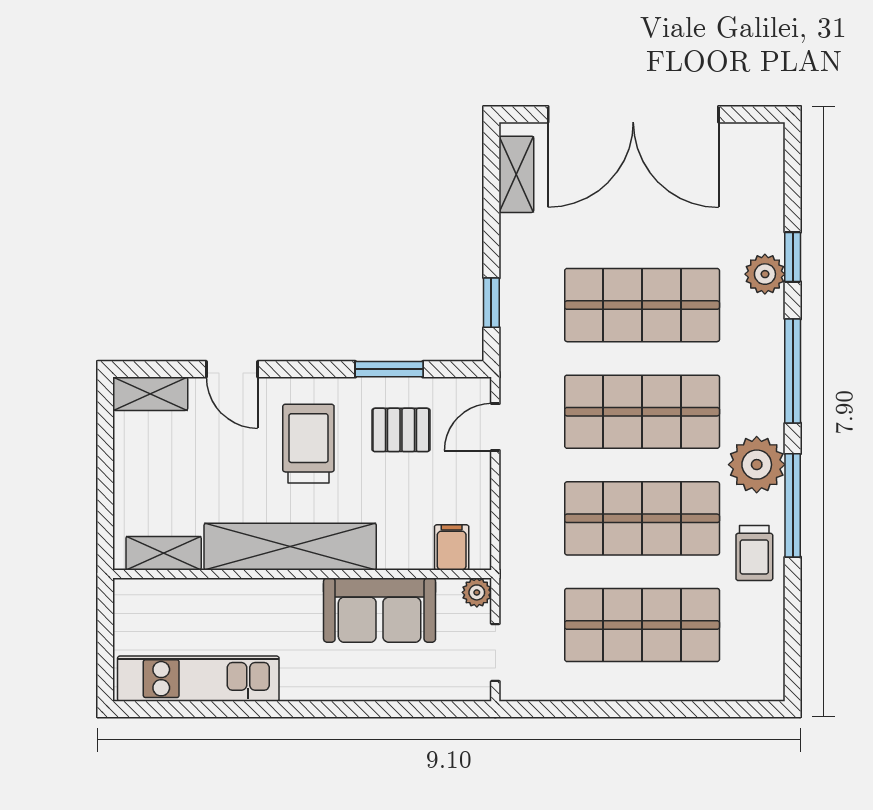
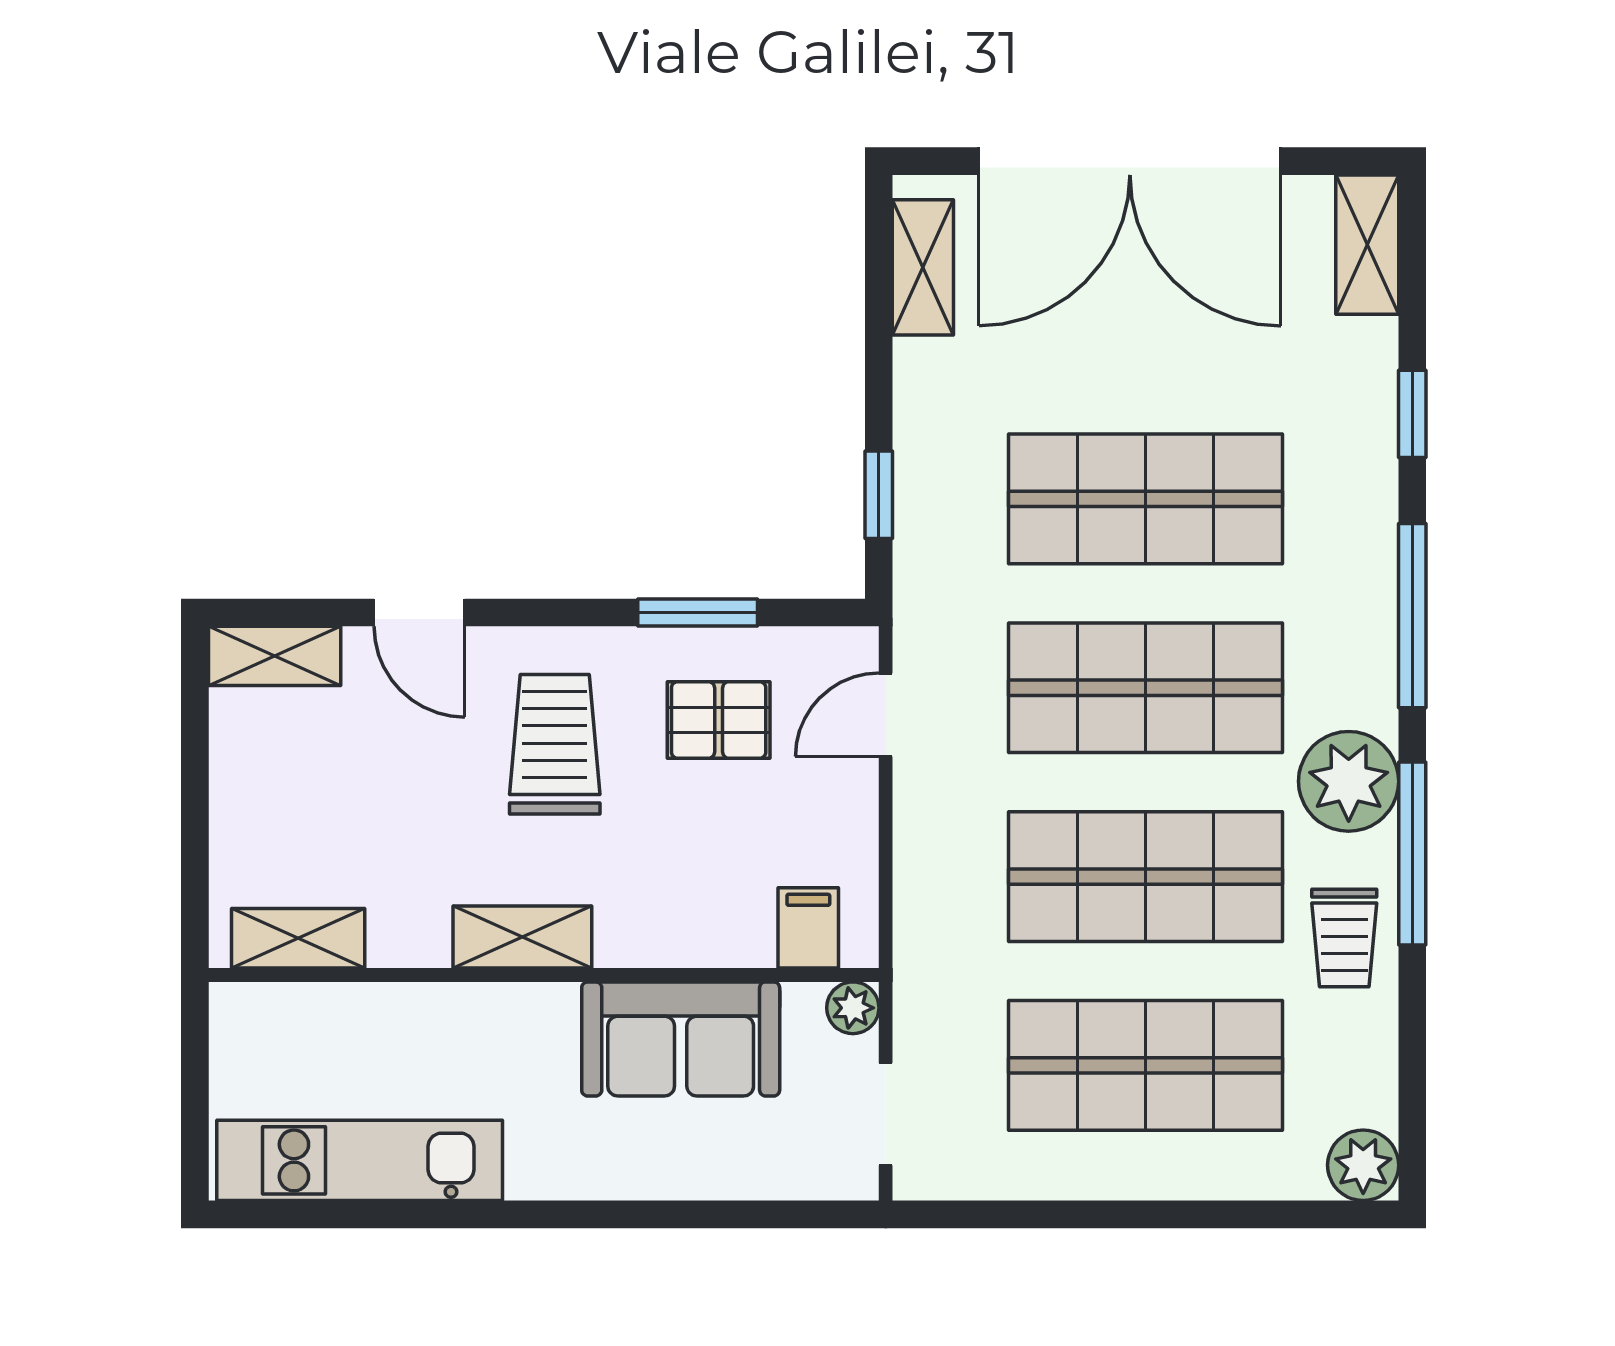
shelving: (767, 161) -> (1367, 245), added
plant: (765, 274) -> (1363, 1165), moved
shelving: (290, 547) -> (522, 937), width x0.45, depth x0.75

